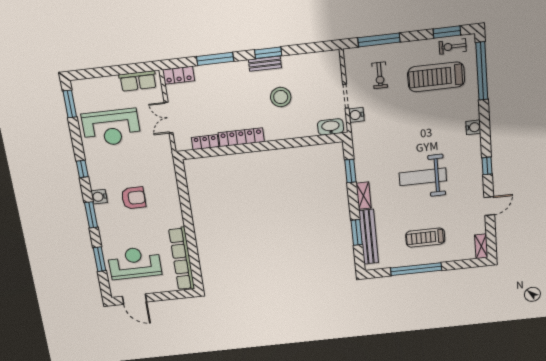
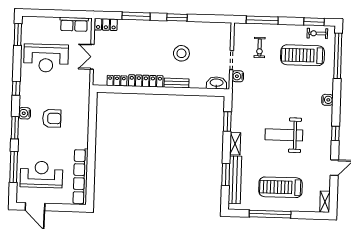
bench: (265, 64) -> (177, 83), moved
treadmill: (425, 238) -> (280, 187), width x1.37, depth x1.38
window: (100, 259) -> (14, 167), width x1.44

